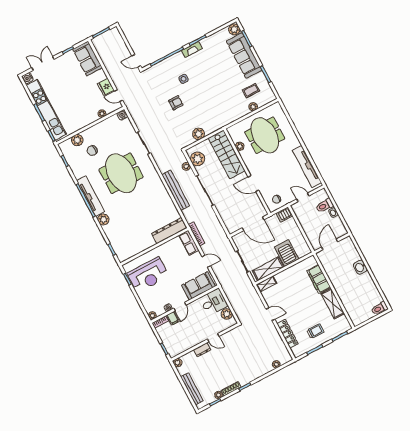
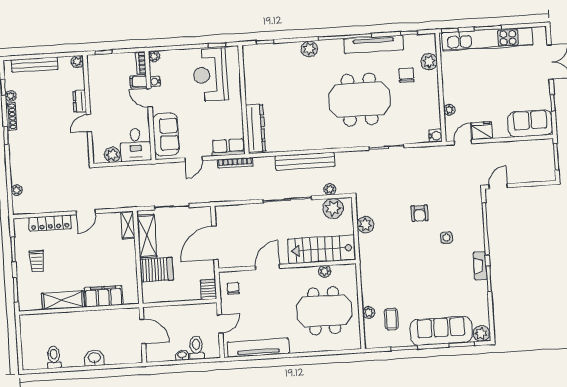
water cooler: (28, 78) -> (540, 33), removed
tv unit: (91, 196) -> (374, 44), moved
toilet: (380, 308) -> (54, 357), moved

